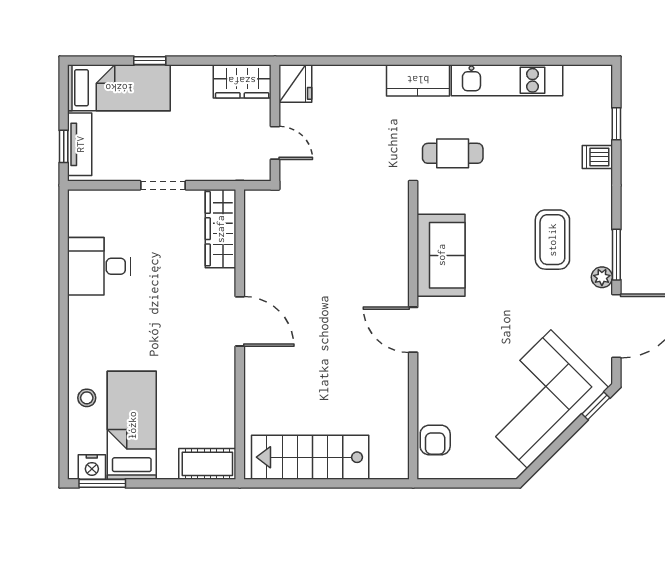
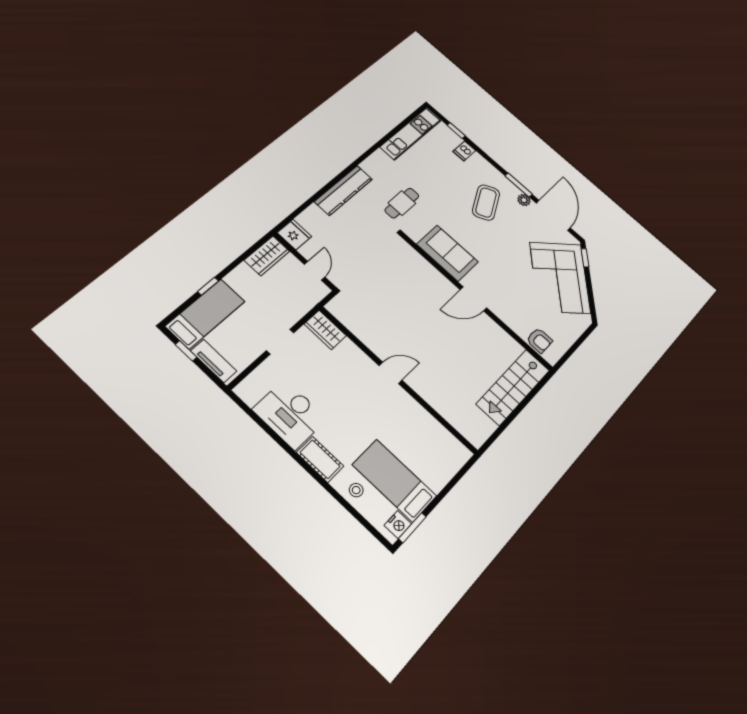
kitchen counter: (418, 80) -> (343, 190), width x1.50
kitchen unit: (507, 80) -> (411, 134), moved
door: (275, 143) -> (315, 271), hinge flipped
window: (64, 146) -> (186, 351), moved
wardrobe: (220, 229) -> (325, 330), width x0.67
coffee table: (552, 240) -> (486, 202), turned 63
desk: (99, 266) -> (290, 414), width x1.37
door: (240, 321) -> (391, 373), width x0.73
stairs: (310, 457) -> (513, 387), moved
cot: (207, 464) -> (320, 459), moved, turned 90

